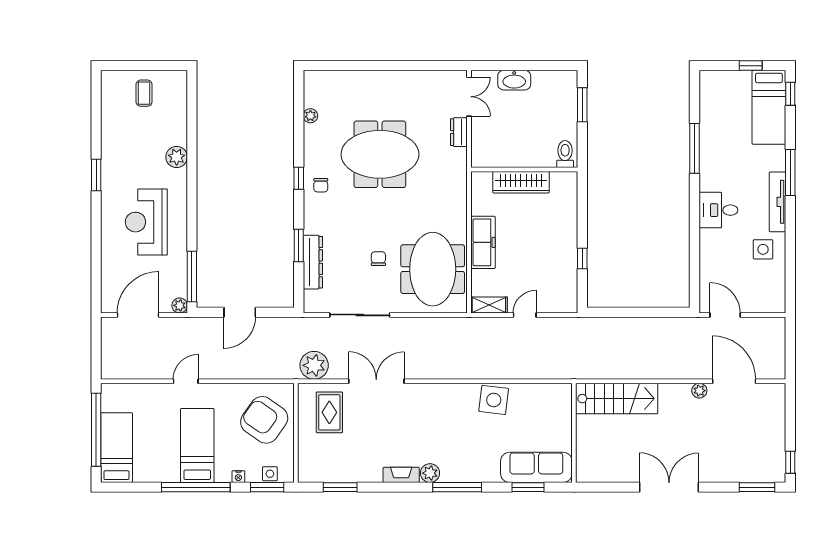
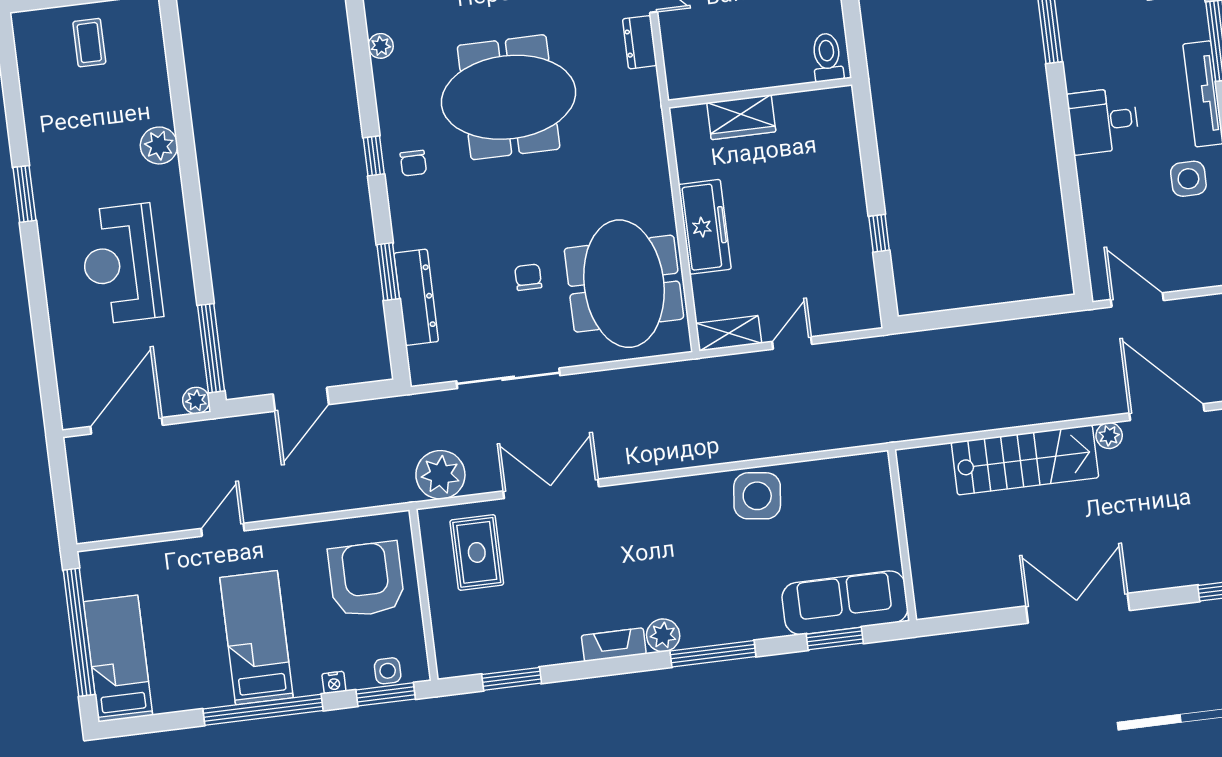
wardrobe: (521, 182) -> (741, 117), width x0.67
stairs: (617, 399) -> (1025, 460), moved
armchair: (264, 420) -> (366, 579), turned 55

